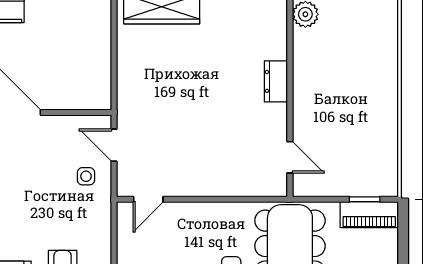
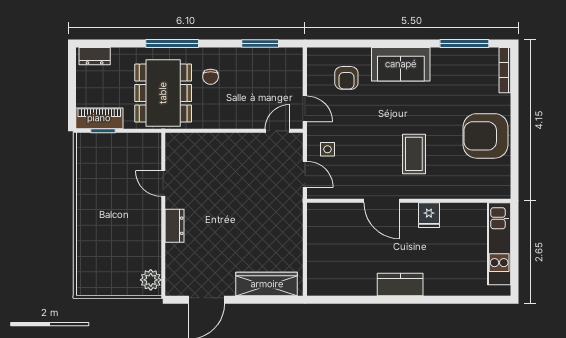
door: (290, 157) -> (163, 184), moved
door: (114, 227) -> (305, 109), added

